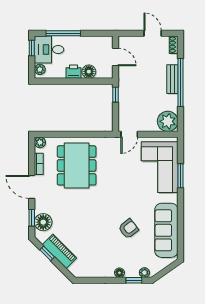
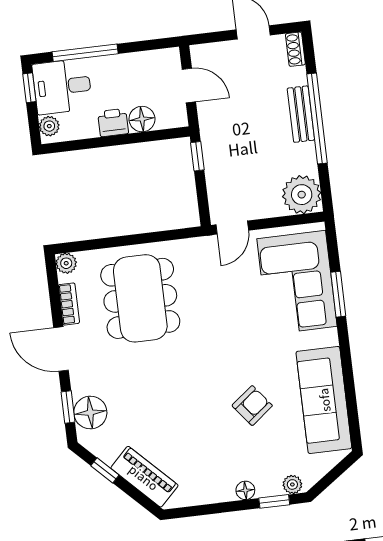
piano: (59, 251) -> (144, 477), moved

